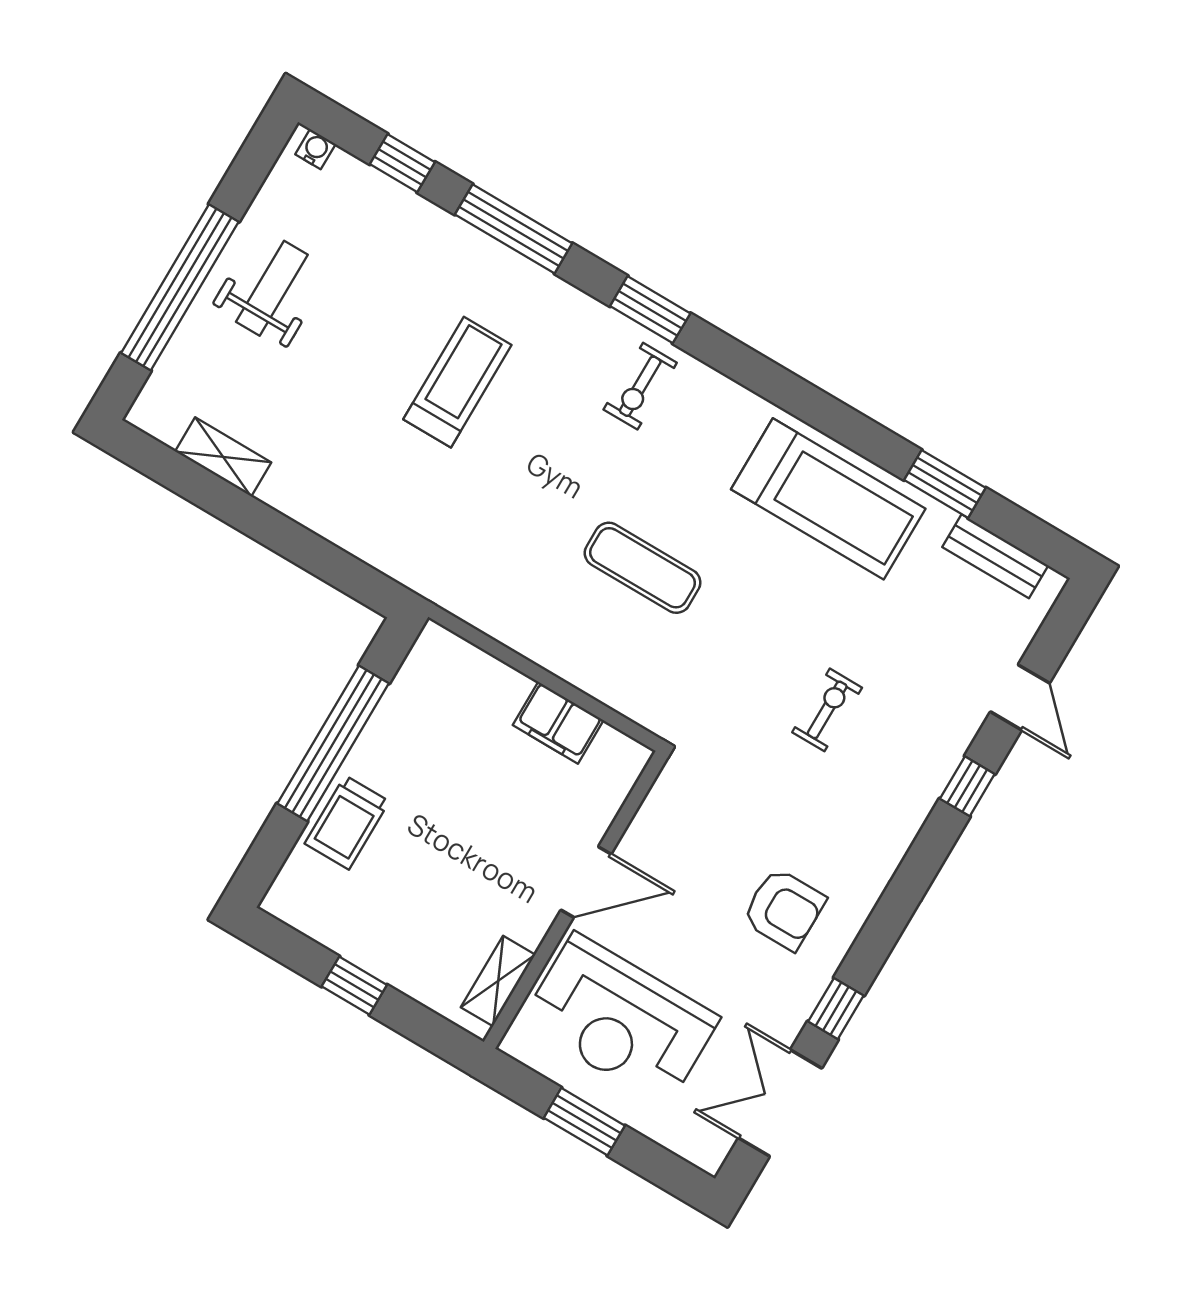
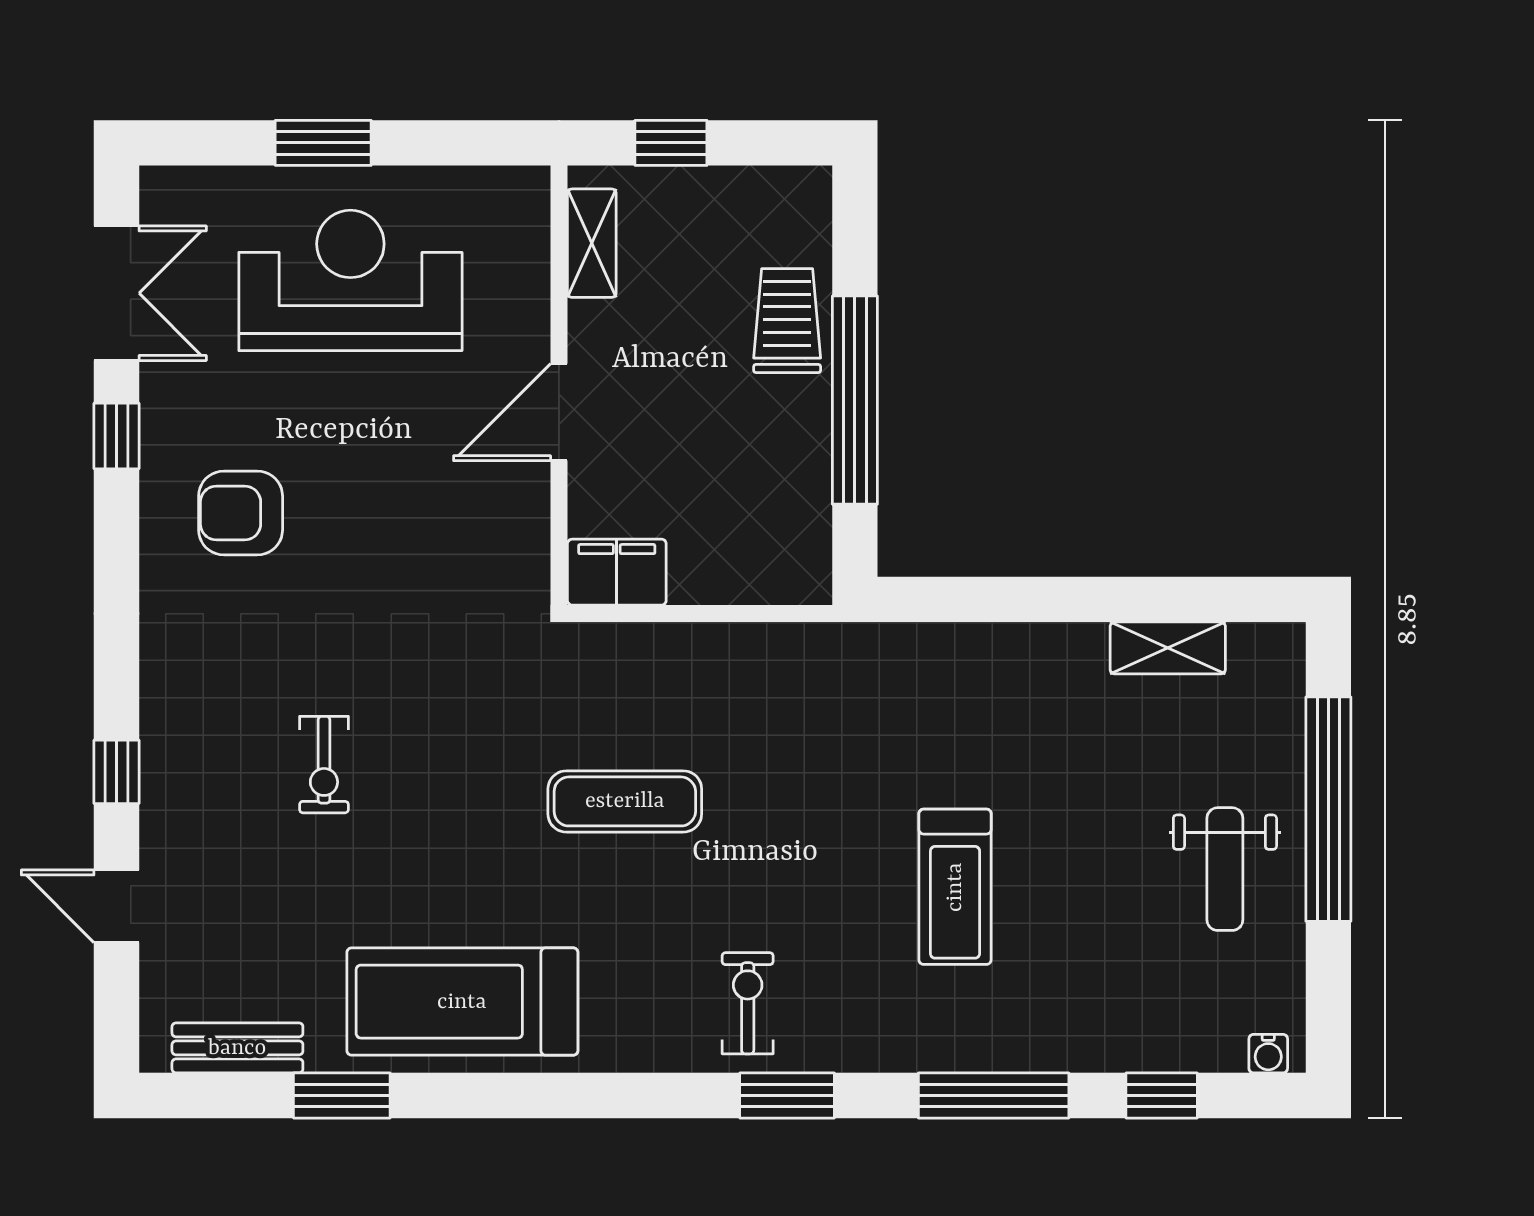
door: (586, 882) -> (559, 412), moved
wall: (575, 900) -> (559, 385), moved
shelving: (498, 981) -> (592, 243), moved

